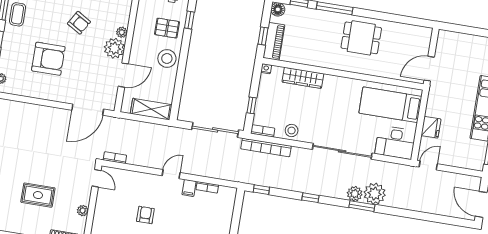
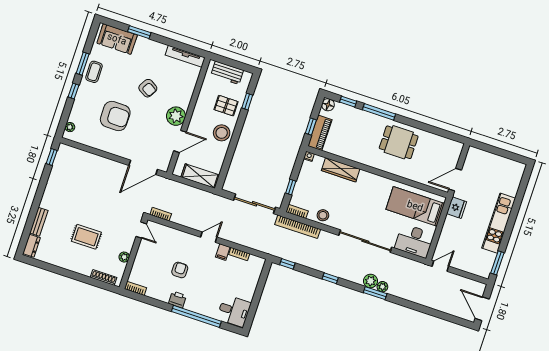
plant: (122, 32) -> (185, 103), removed
fridge: (431, 127) -> (457, 208), moved
plant: (375, 194) -> (382, 287), width x0.53, depth x0.53

